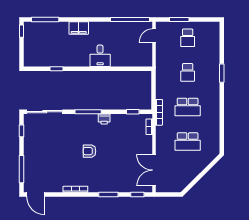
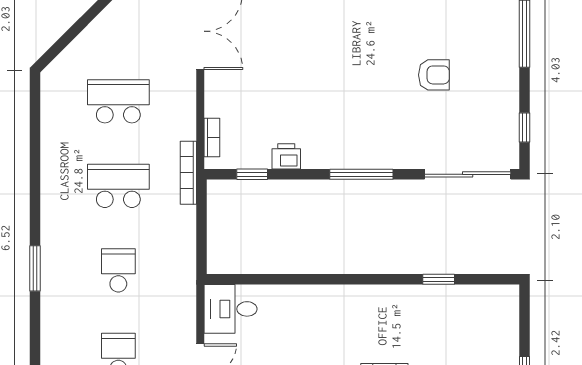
desk: (100, 56) -> (231, 309), moved, turned -90
printer: (104, 119) -> (286, 156), moved
armchair: (89, 151) -> (434, 75), moved

